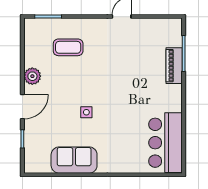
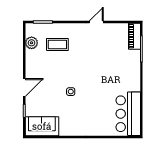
piano: (174, 66) -> (134, 36), moved
plant: (32, 76) -> (32, 43), moved
sofa: (74, 160) -> (42, 126), moved

